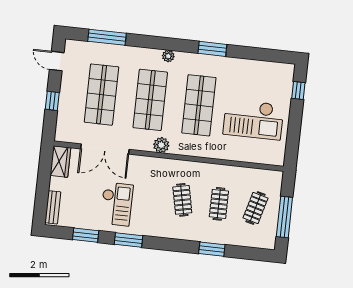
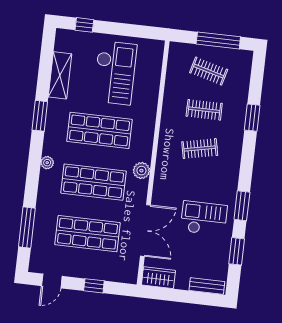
shelving: (251, 68) -> (60, 75), added

